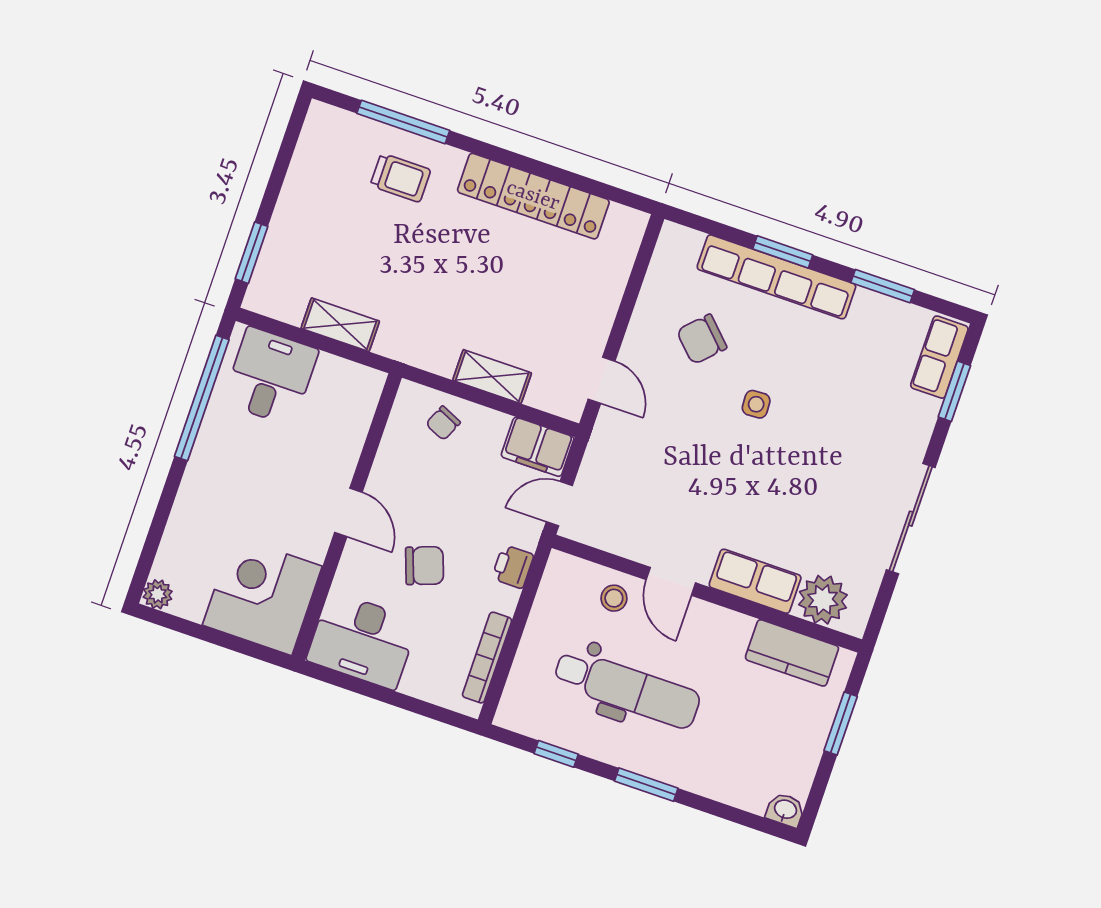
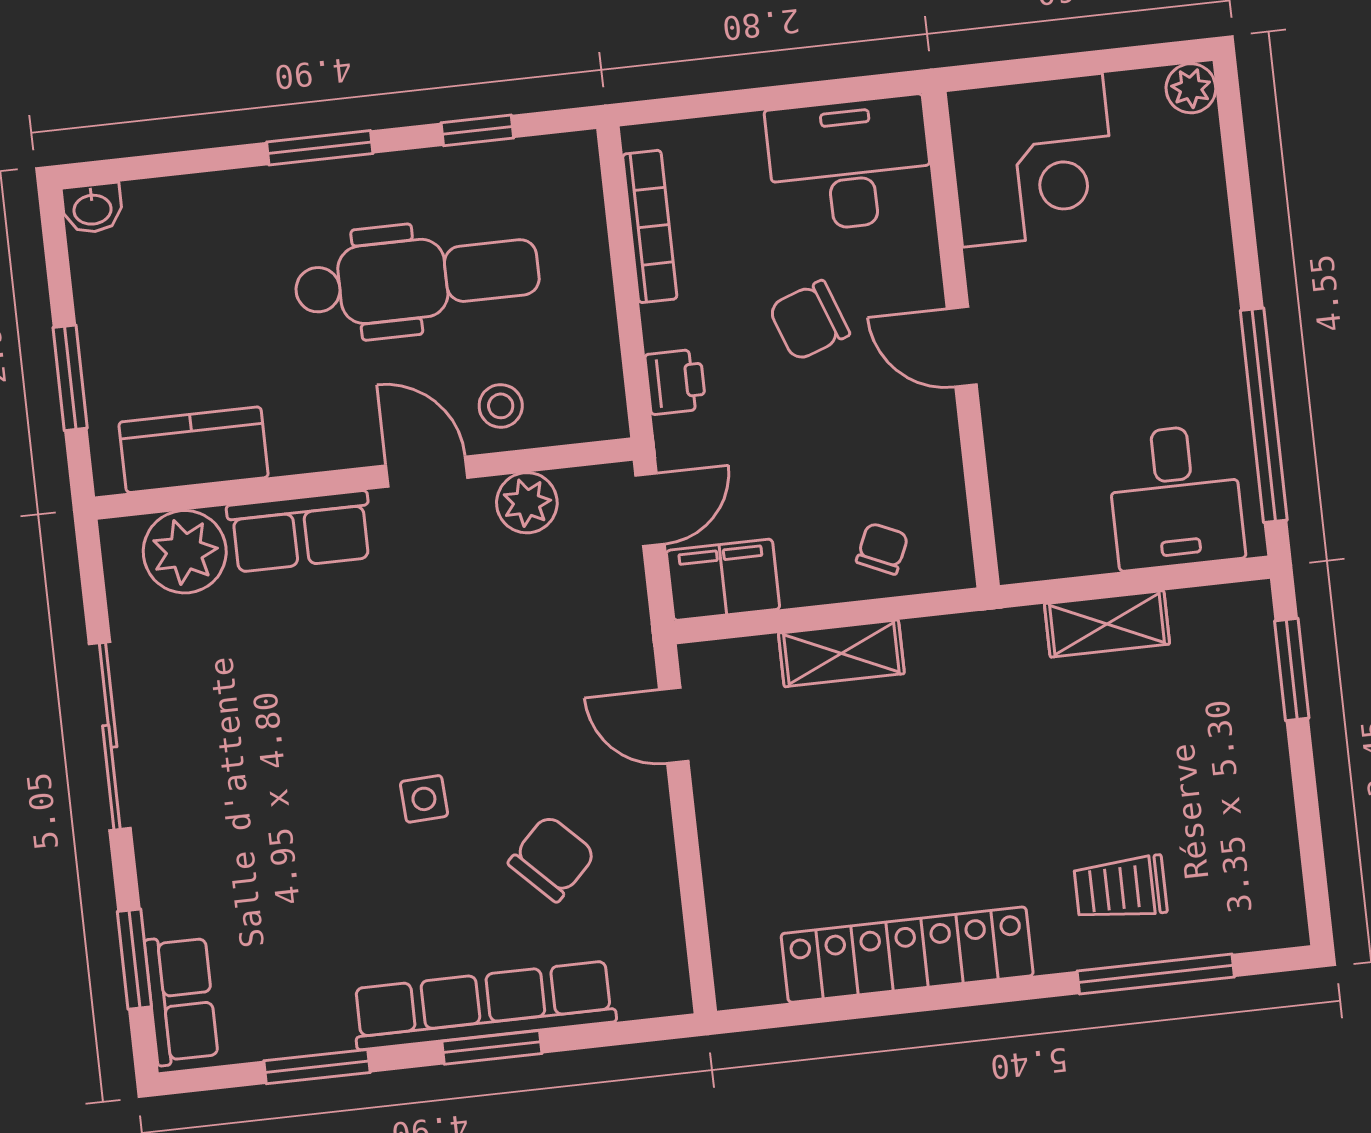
plant: (624, 539) -> (527, 503), added
dental chair: (627, 689) -> (417, 279), turned 180

